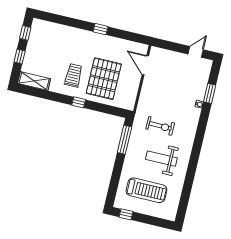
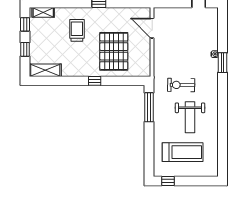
shelving: (45, 25) -> (43, 12), added
trolley: (74, 75) -> (77, 30), moved
window: (210, 93) -> (222, 63), moved
exercise bike: (160, 126) -> (181, 85), turned 180
weight bench: (161, 159) -> (190, 117), turned -90

